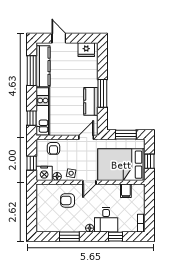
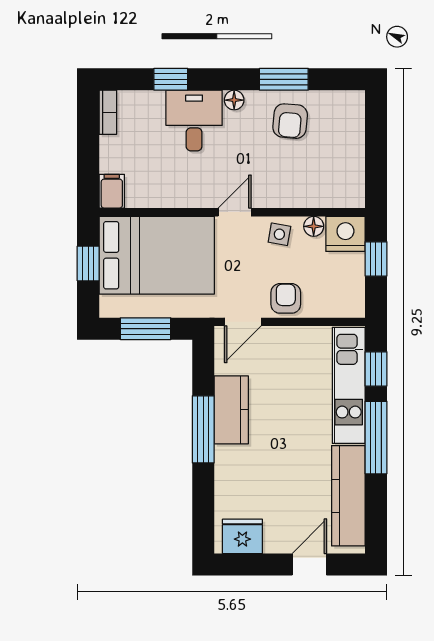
door: (59, 38) -> (309, 565), swing flipped
window: (32, 71) -> (376, 438), moved
armchair: (53, 148) -> (286, 298), moved
filing cabinet: (126, 191) -> (112, 191), moved
armchair: (68, 200) -> (290, 121), moved, turned 95

